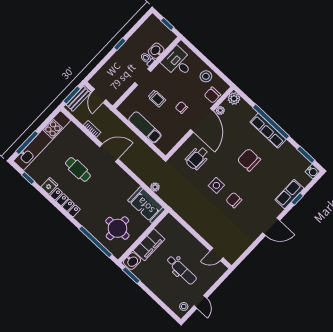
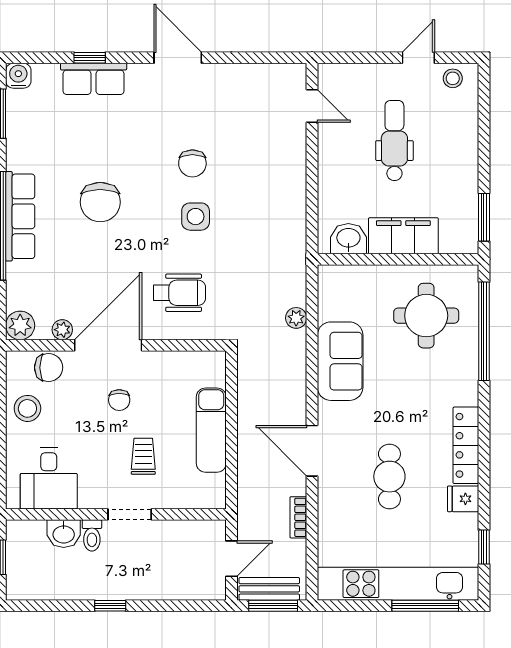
sofa: (146, 205) -> (340, 361), moved
washbasin: (132, 261) -> (348, 239), moved

